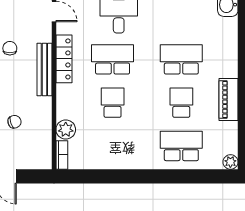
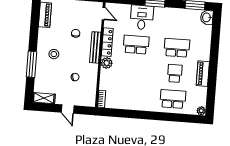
school desk: (113, 103) -> (134, 70), removed
plant: (66, 130) -> (107, 63), moved

